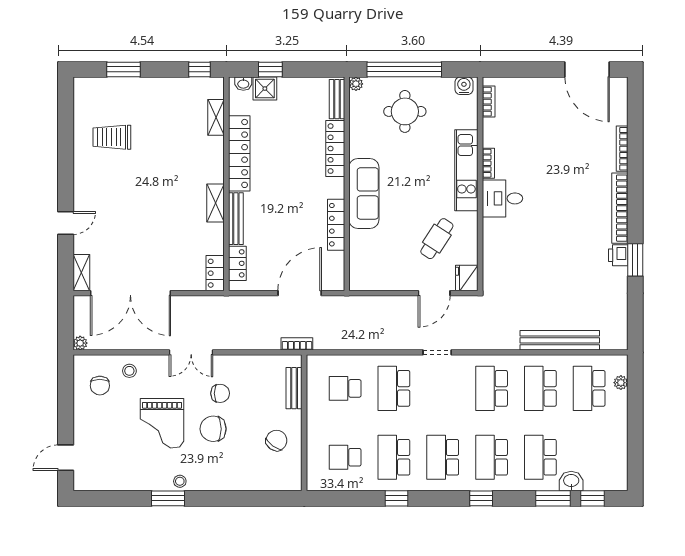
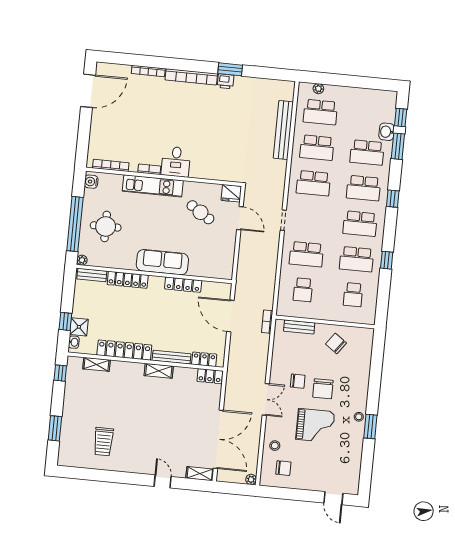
bookcase: (489, 102) -> (111, 165), width x1.56
chair: (220, 393) -> (298, 381), turned 90

